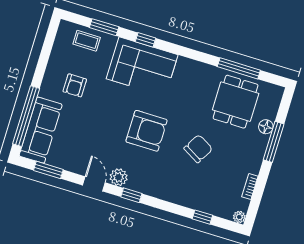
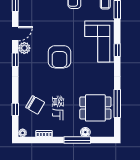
window: (146, 40) -> (117, 50), moved
chair: (198, 149) -> (35, 105), moved

